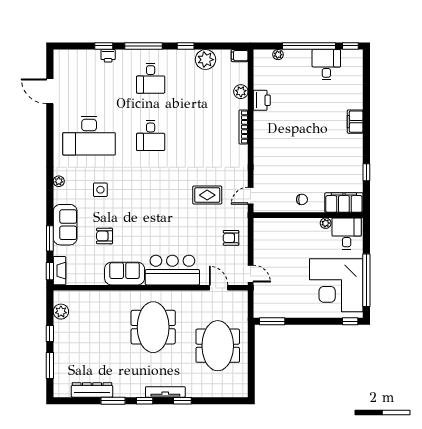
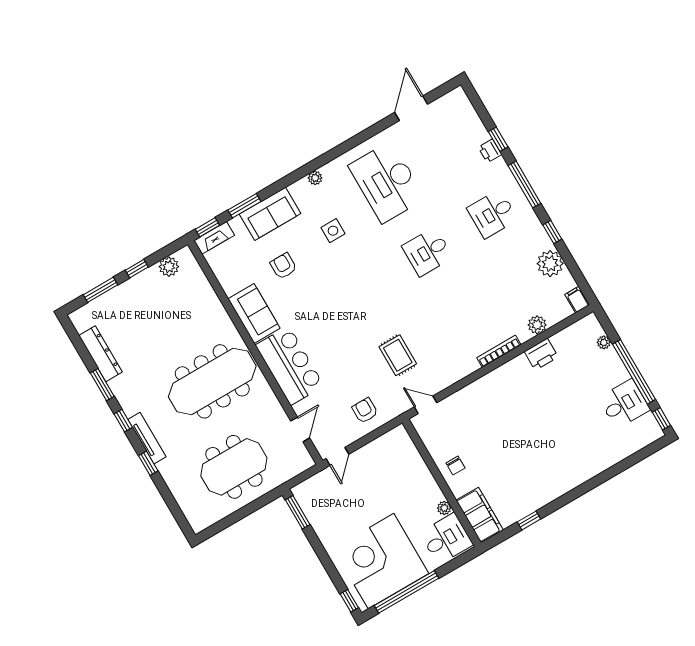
filing cabinet: (355, 122) -> (579, 474), removed
meeting table: (153, 327) -> (212, 381), width x1.36

